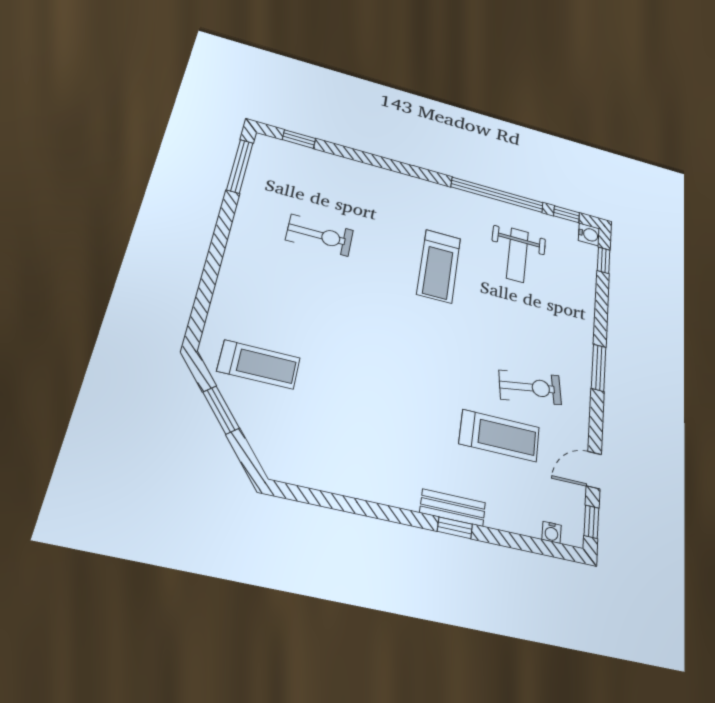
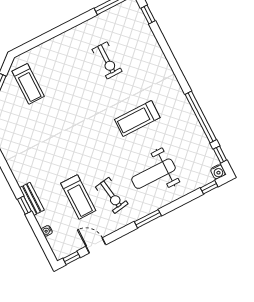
weight bench: (517, 255) -> (153, 174), moved, width x1.36, depth x1.33
water cooler: (552, 532) -> (47, 231), moved

